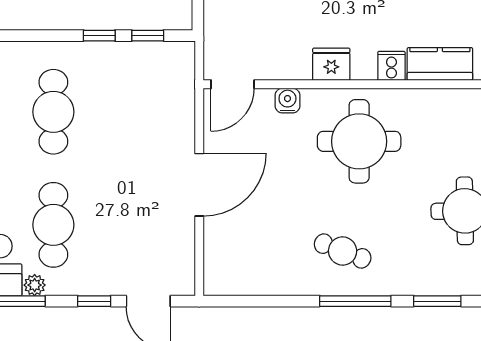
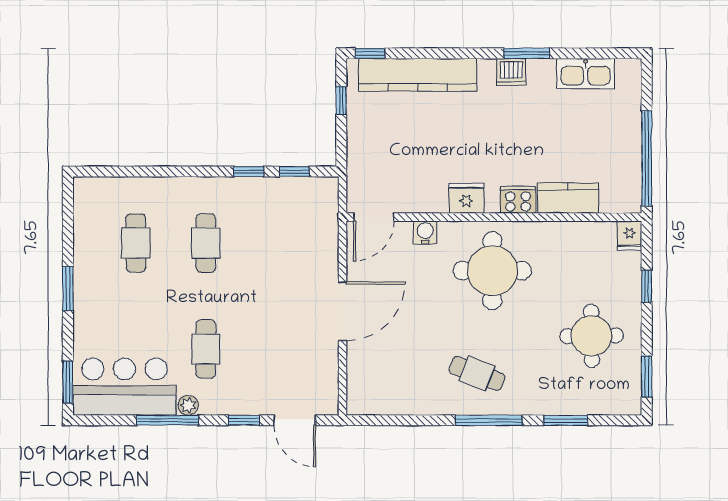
cooker: (391, 66) -> (518, 200), width x1.36
cafe table: (53, 112) -> (206, 243), width x0.73, depth x0.74
cafe table: (53, 225) -> (206, 349), width x0.73, depth x0.74

